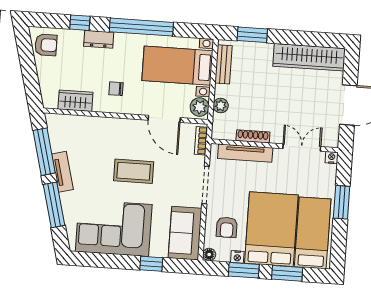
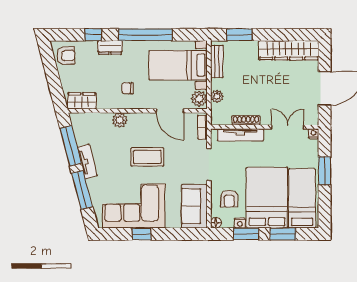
wardrobe: (75, 101) -> (82, 101), moved
plant: (104, 126) -> (120, 120), added
window: (151, 264) -> (142, 234), moved

